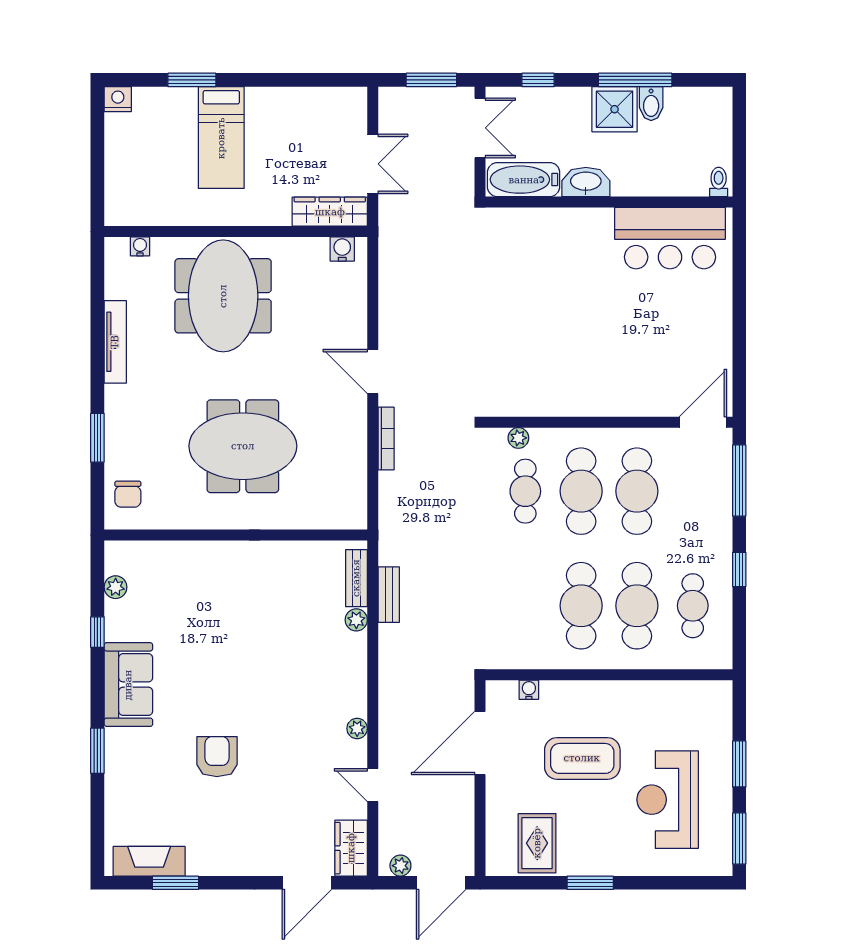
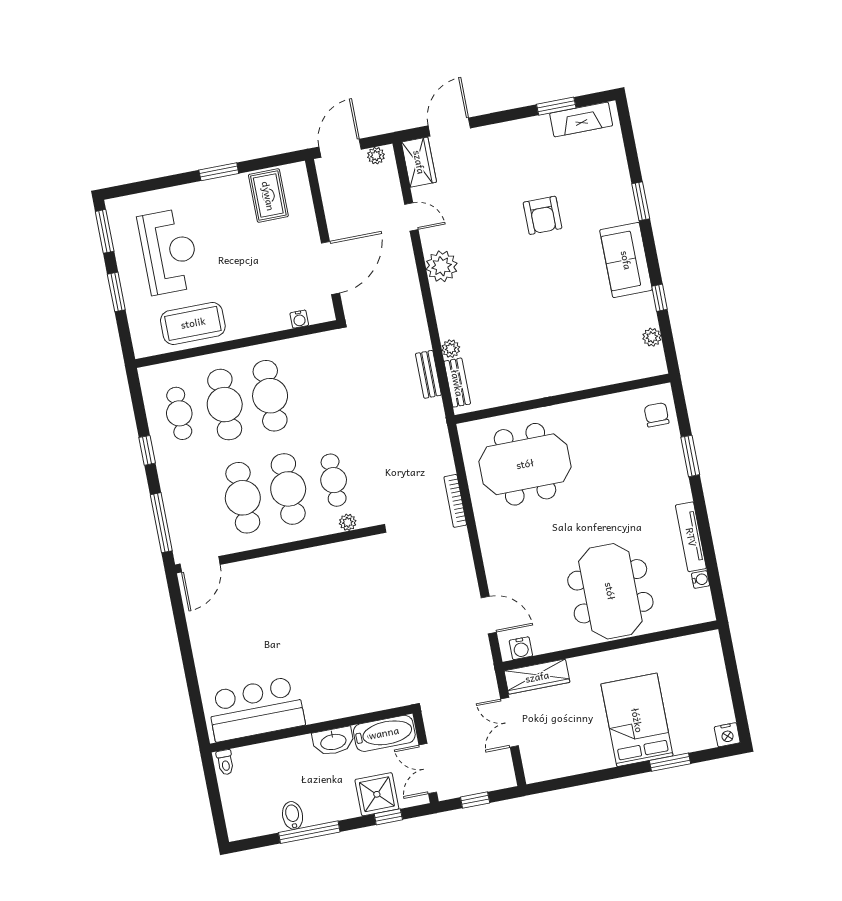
window: (431, 80) -> (475, 800), width x0.67
shower: (615, 109) -> (377, 794), moved
bed: (221, 138) -> (637, 720), width x1.50
water cooler: (140, 246) -> (701, 579), moved, turned -90
door: (373, 371) -> (489, 615), moved
meeting table: (243, 446) -> (525, 464), moved
plant: (357, 728) -> (442, 266), width x1.88, depth x1.88
coffee table: (582, 758) -> (193, 323), moved

